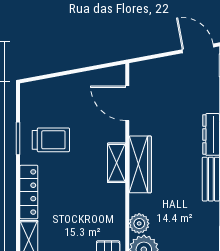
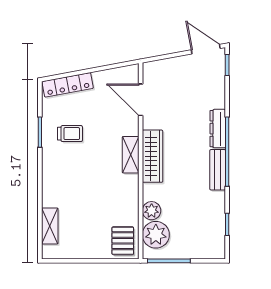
trolley: (51, 140) -> (70, 134), width x0.73, depth x0.72
locker: (29, 192) -> (68, 85), moved, turned 79

